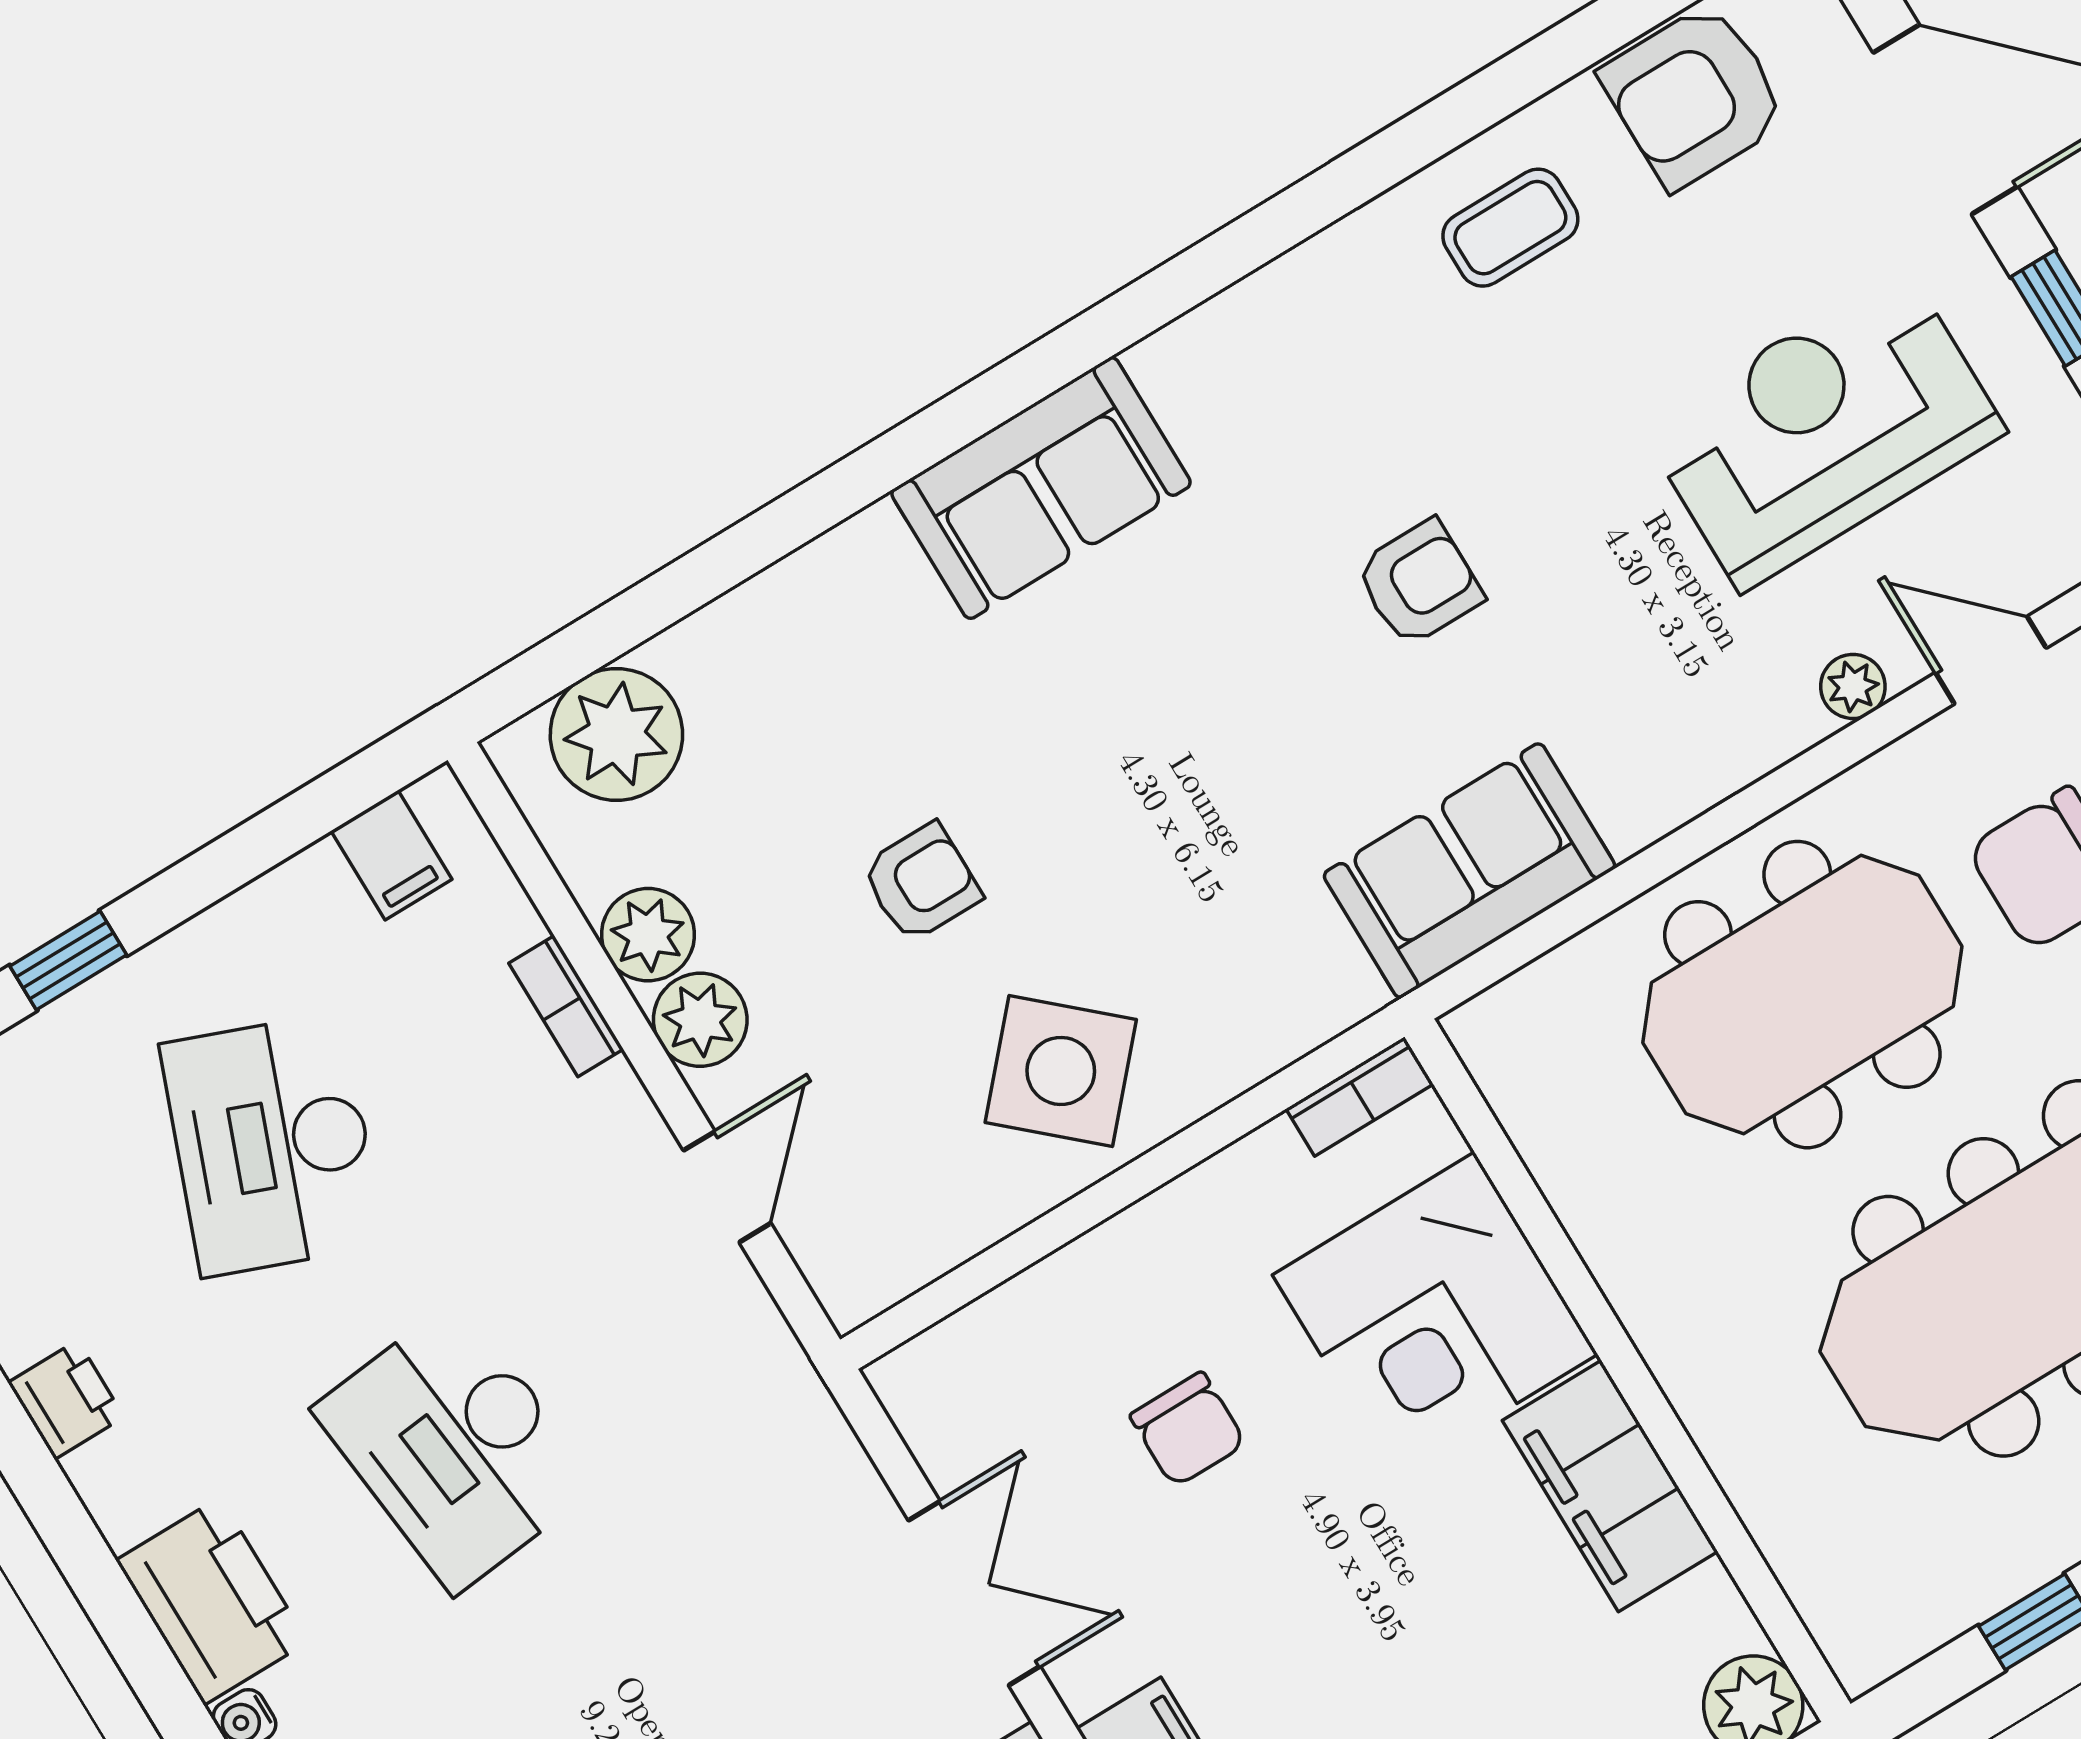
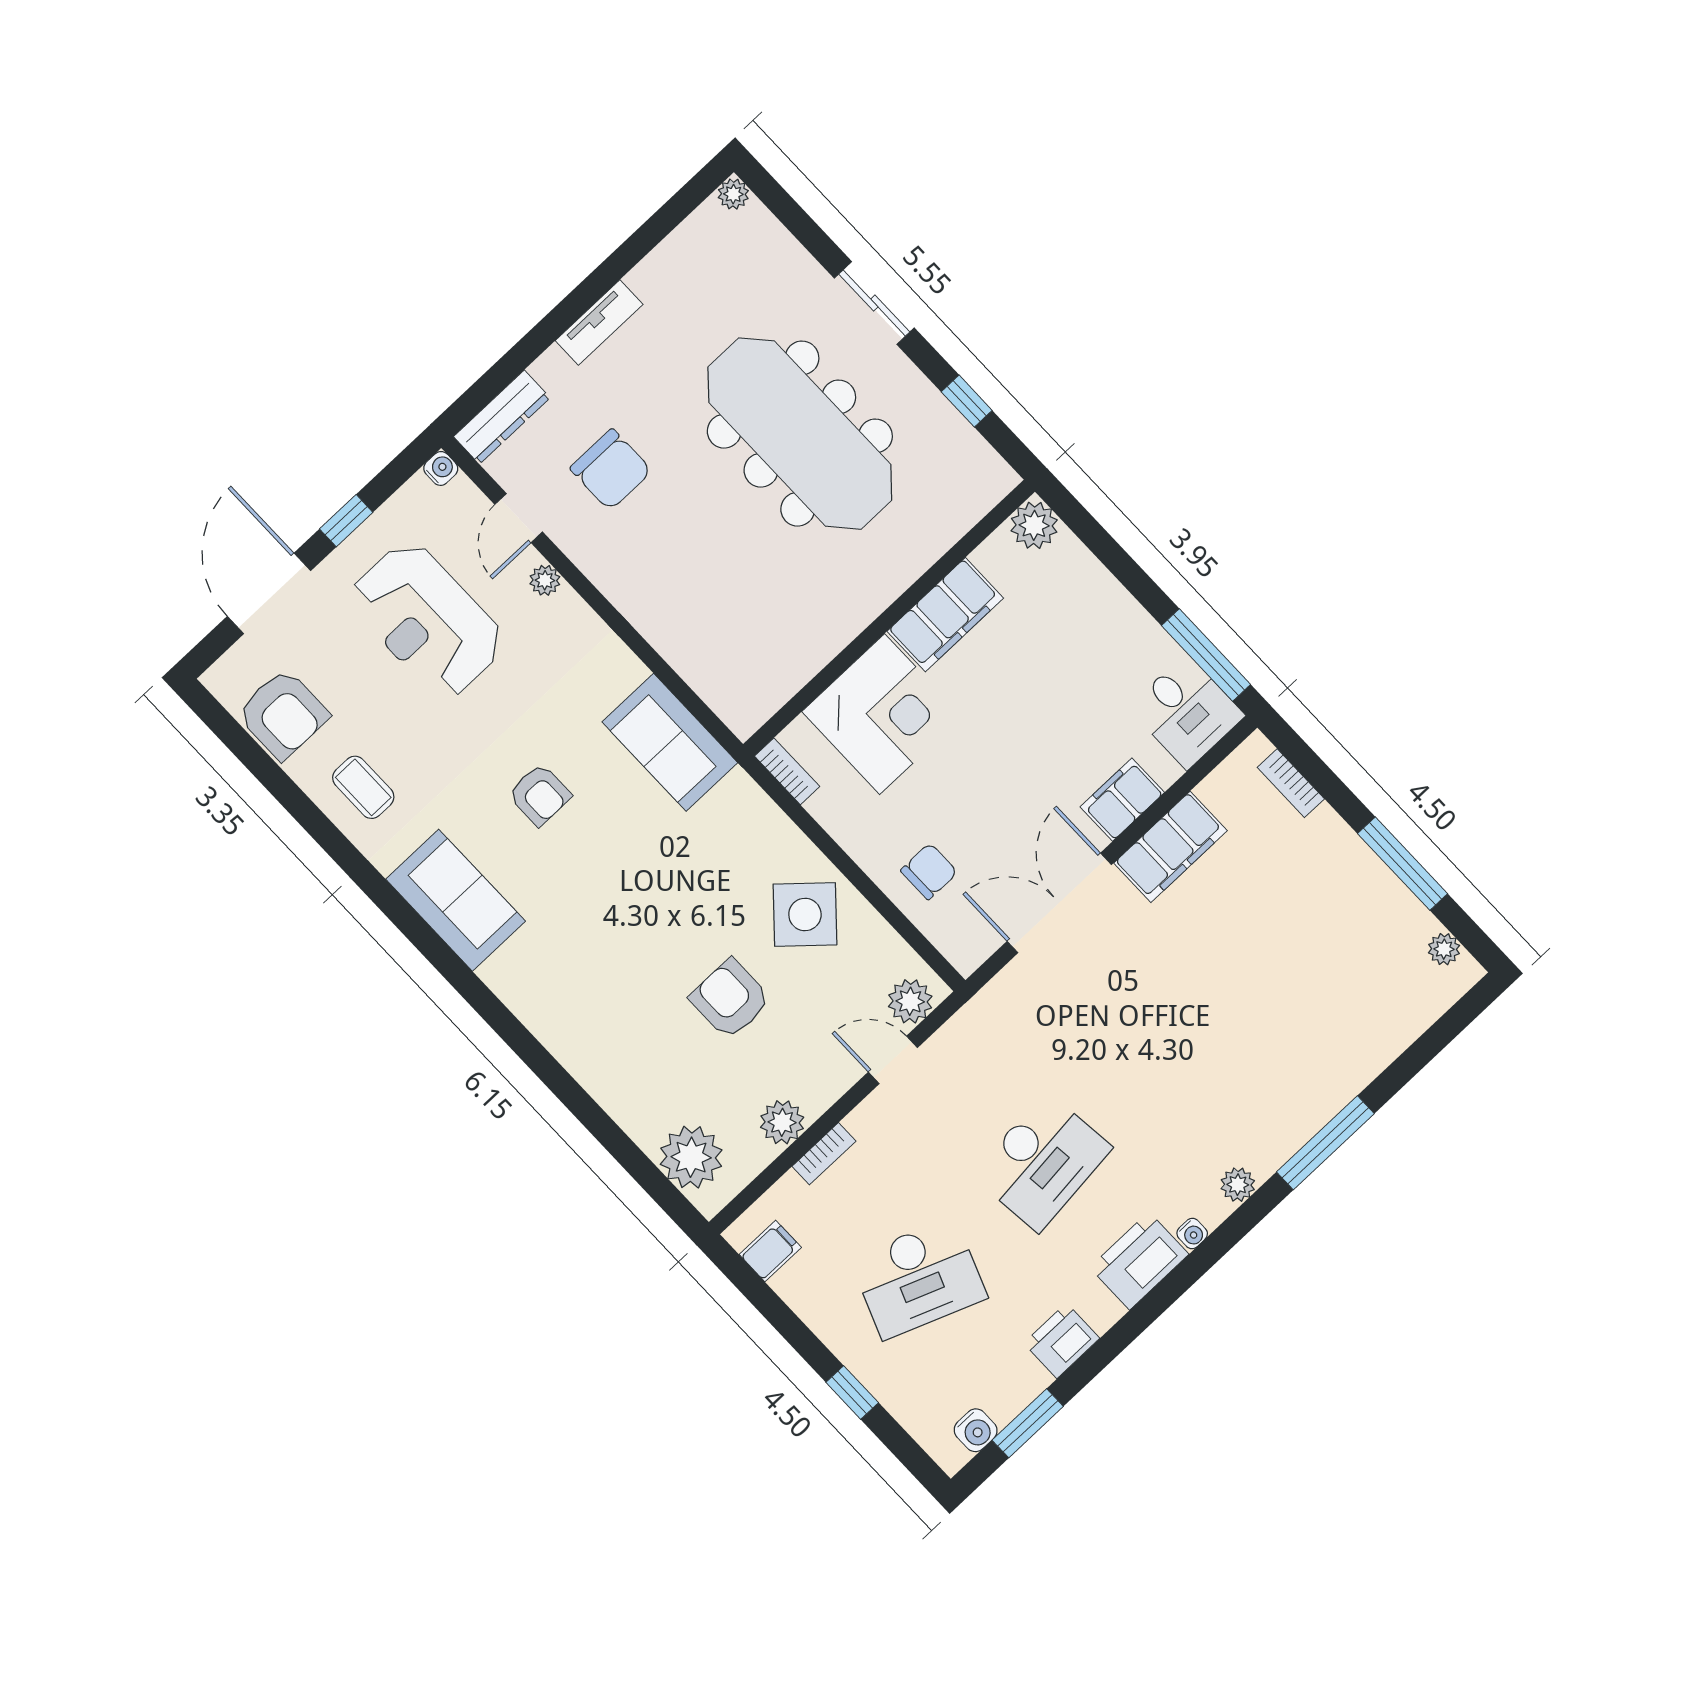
sofa: (1041, 488) -> (456, 900), moved
armchair: (1419, 583) -> (540, 795), turned 180
armchair: (921, 883) -> (730, 999), width x1.38, depth x1.38
meeting table: (1802, 995) -> (695, 573), removed
plant: (700, 1020) -> (910, 1001), moved
printer: (66, 1400) -> (1062, 1341), width x1.36, depth x1.24
chair: (1188, 1429) -> (929, 871), moved
double door: (974, 1593) -> (1059, 903), width x1.37

